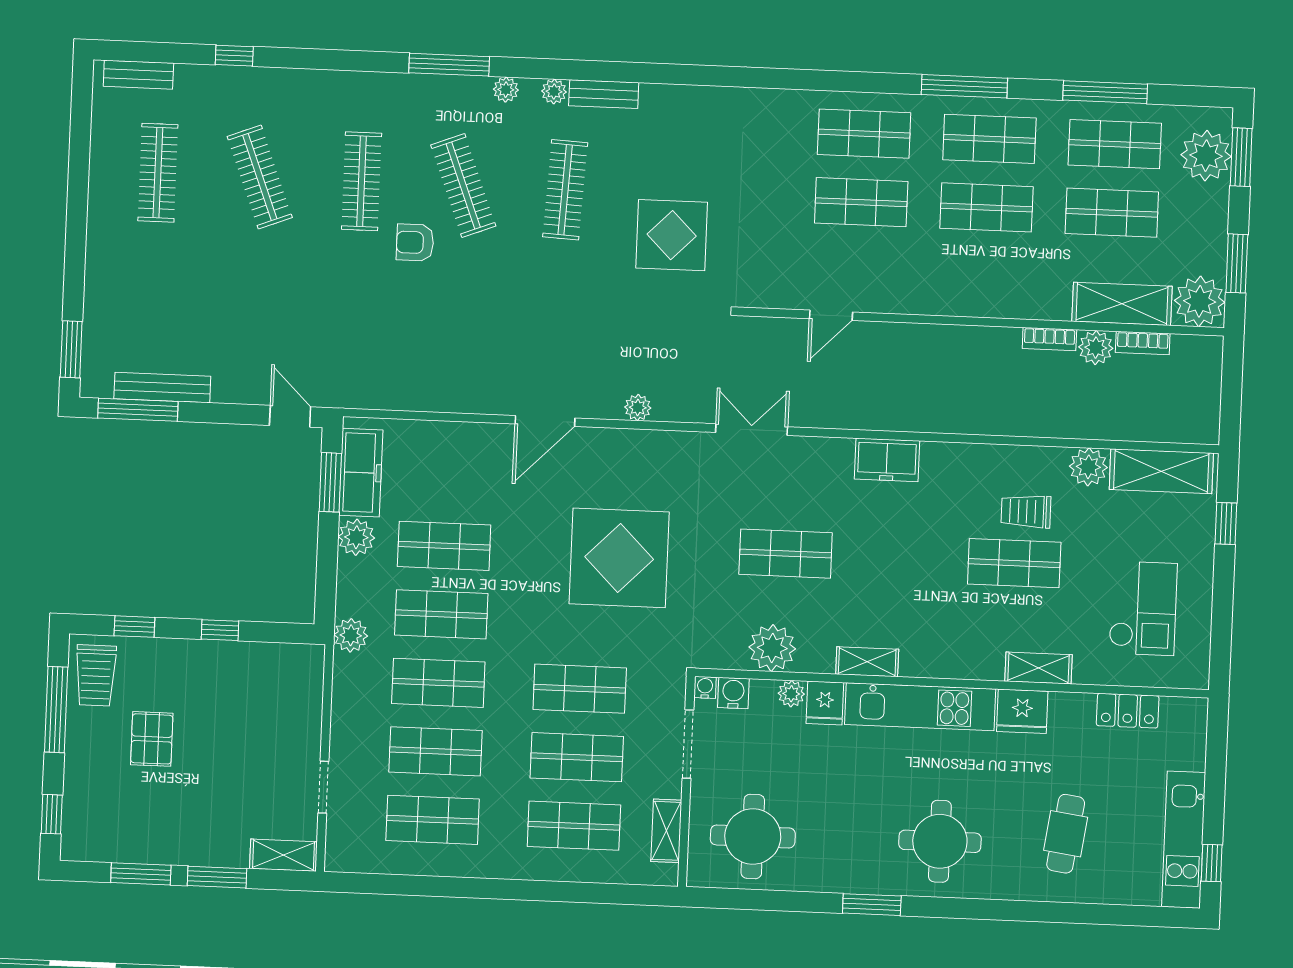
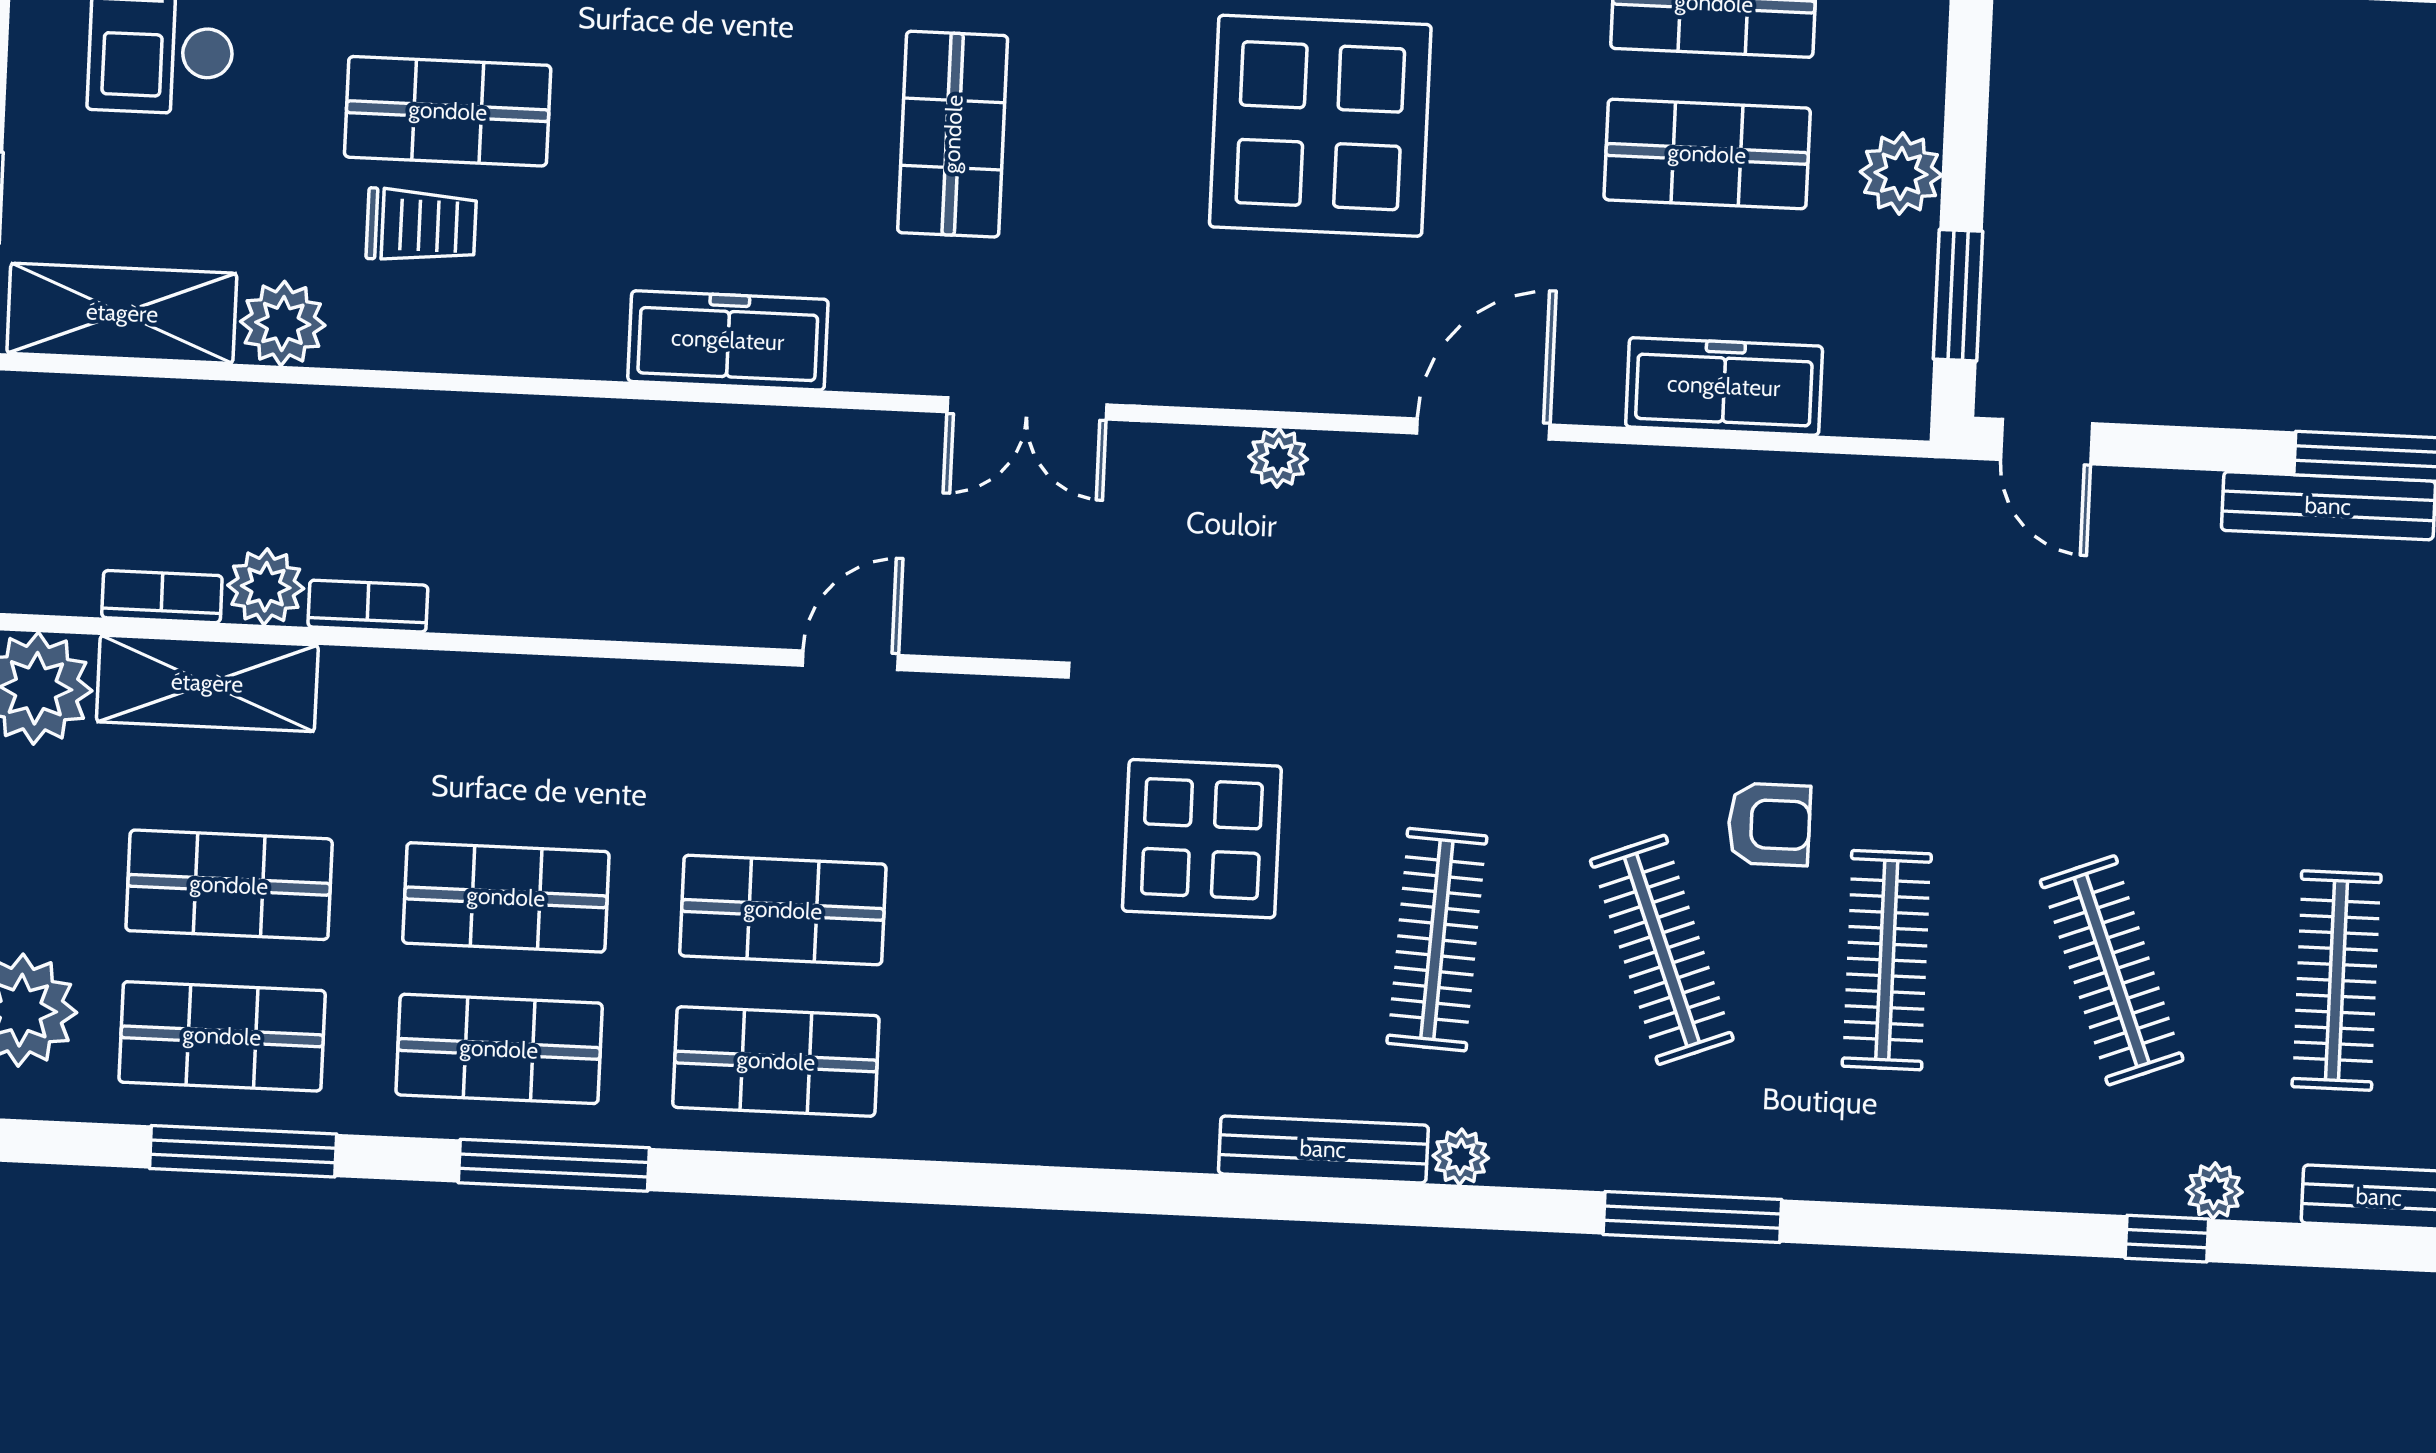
plant: (506, 90) -> (2214, 1191), moved
bench: (604, 94) -> (1323, 1149), width x1.36
freezer: (887, 460) -> (728, 340), width x1.40
freezer: (361, 473) -> (1724, 386), moved, turned 90
shop shelf: (786, 554) -> (953, 134), turned 90

